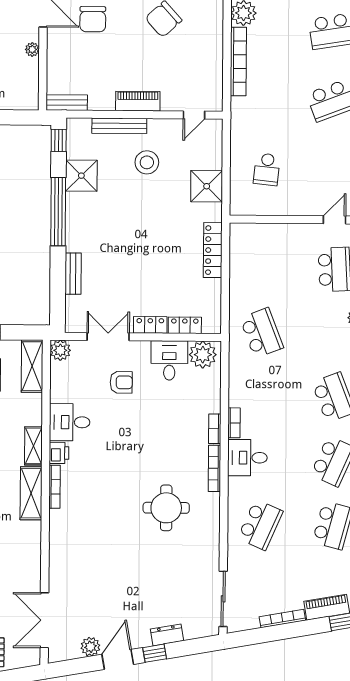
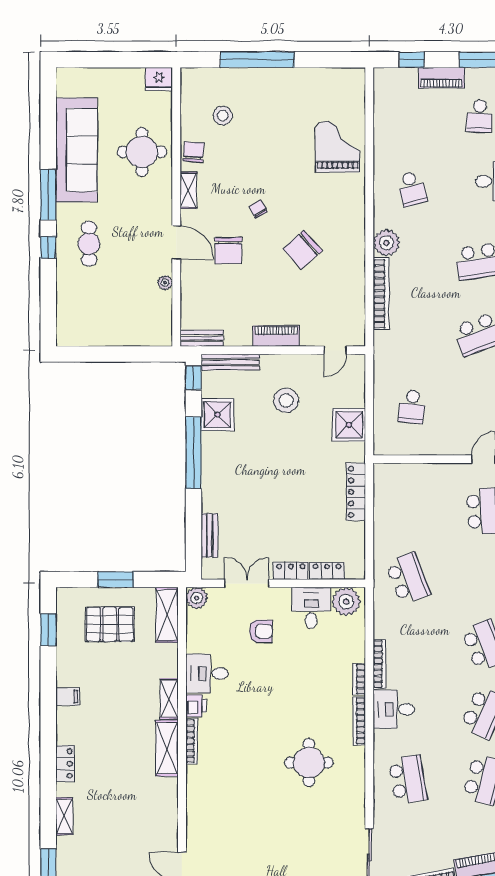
bench: (119, 126) -> (231, 362), moved
bench: (73, 274) -> (209, 535), moved
bookcase: (234, 423) -> (379, 664), width x1.56
school desk: (260, 525) -> (408, 780), turned -33

